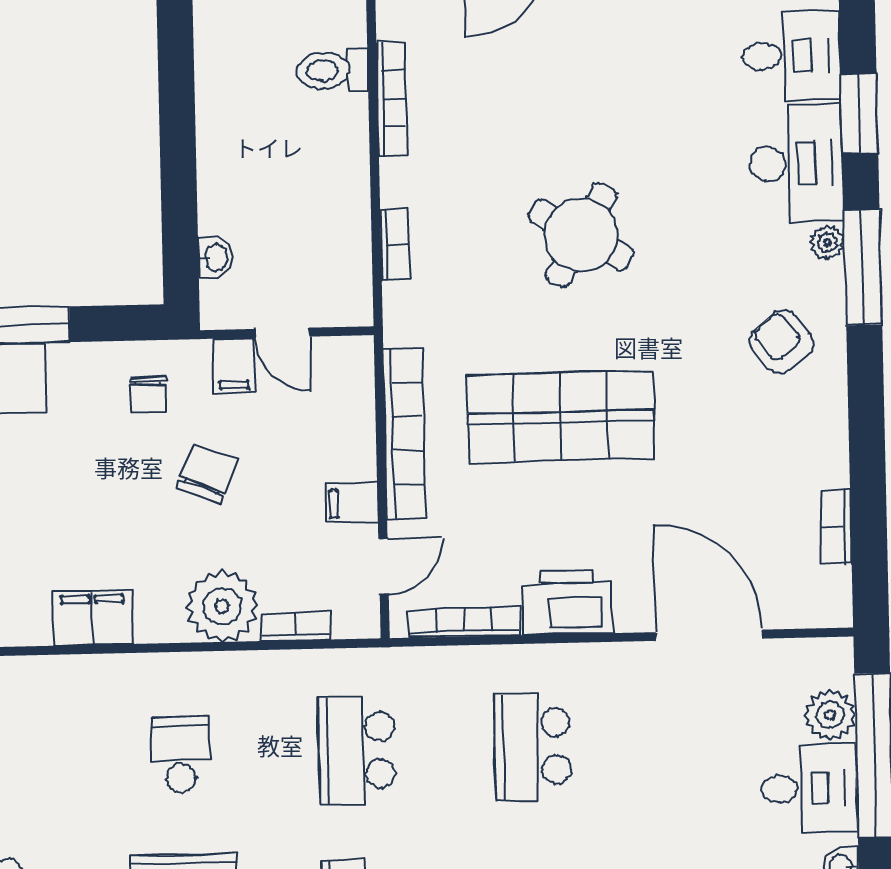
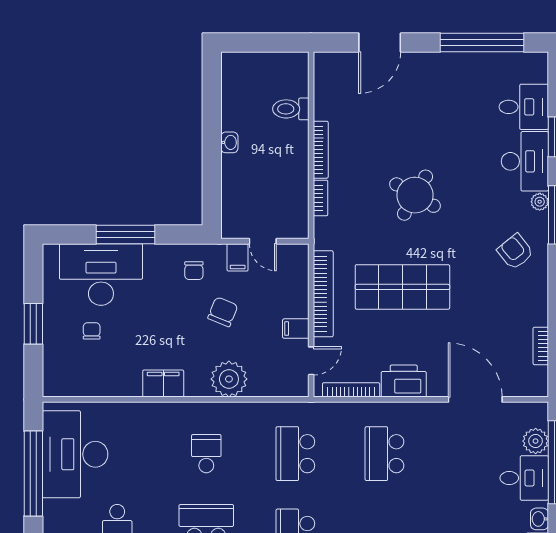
bookcase: (392, 99) -> (321, 150), moved
washbasin: (215, 257) -> (229, 142), moved
bookcase: (296, 627) -> (266, 390), removed

